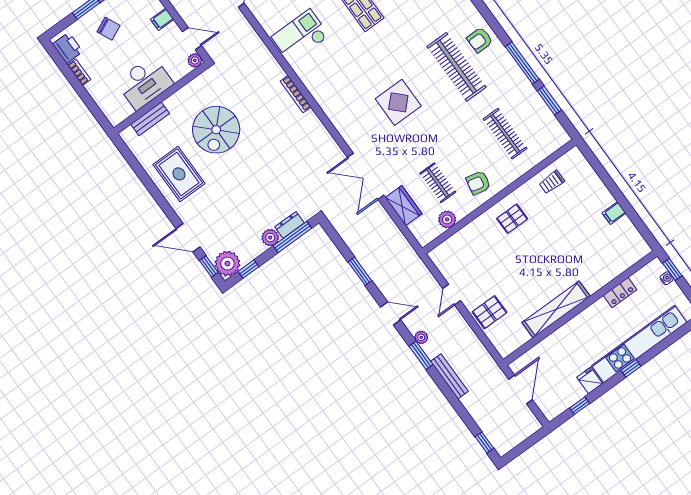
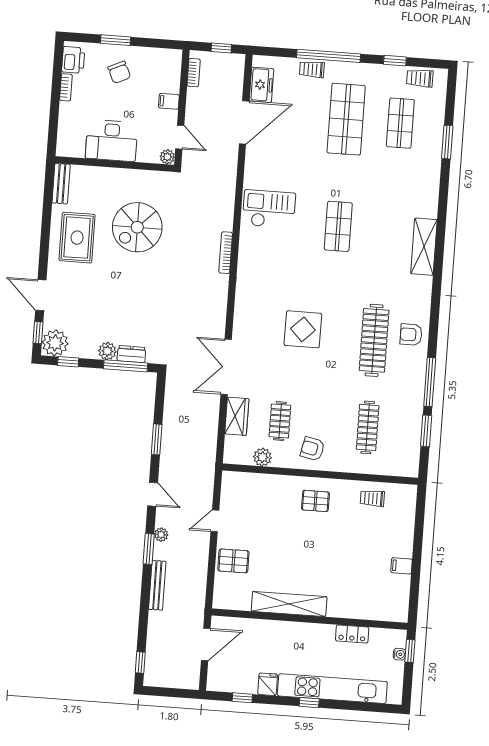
bench: (150, 119) -> (61, 184), moved, turned 90

